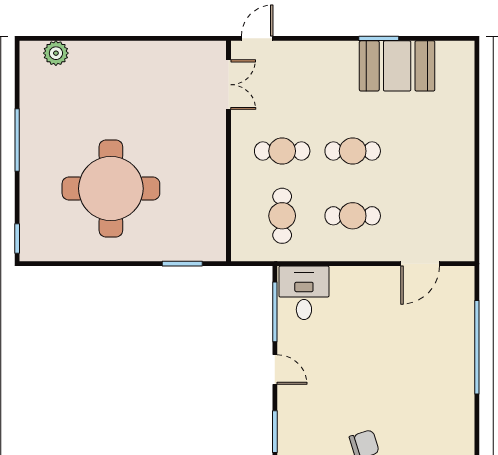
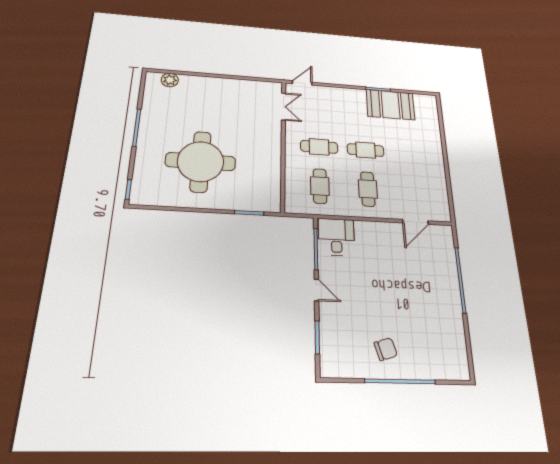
cafe table: (353, 216) -> (368, 189), turned 90

